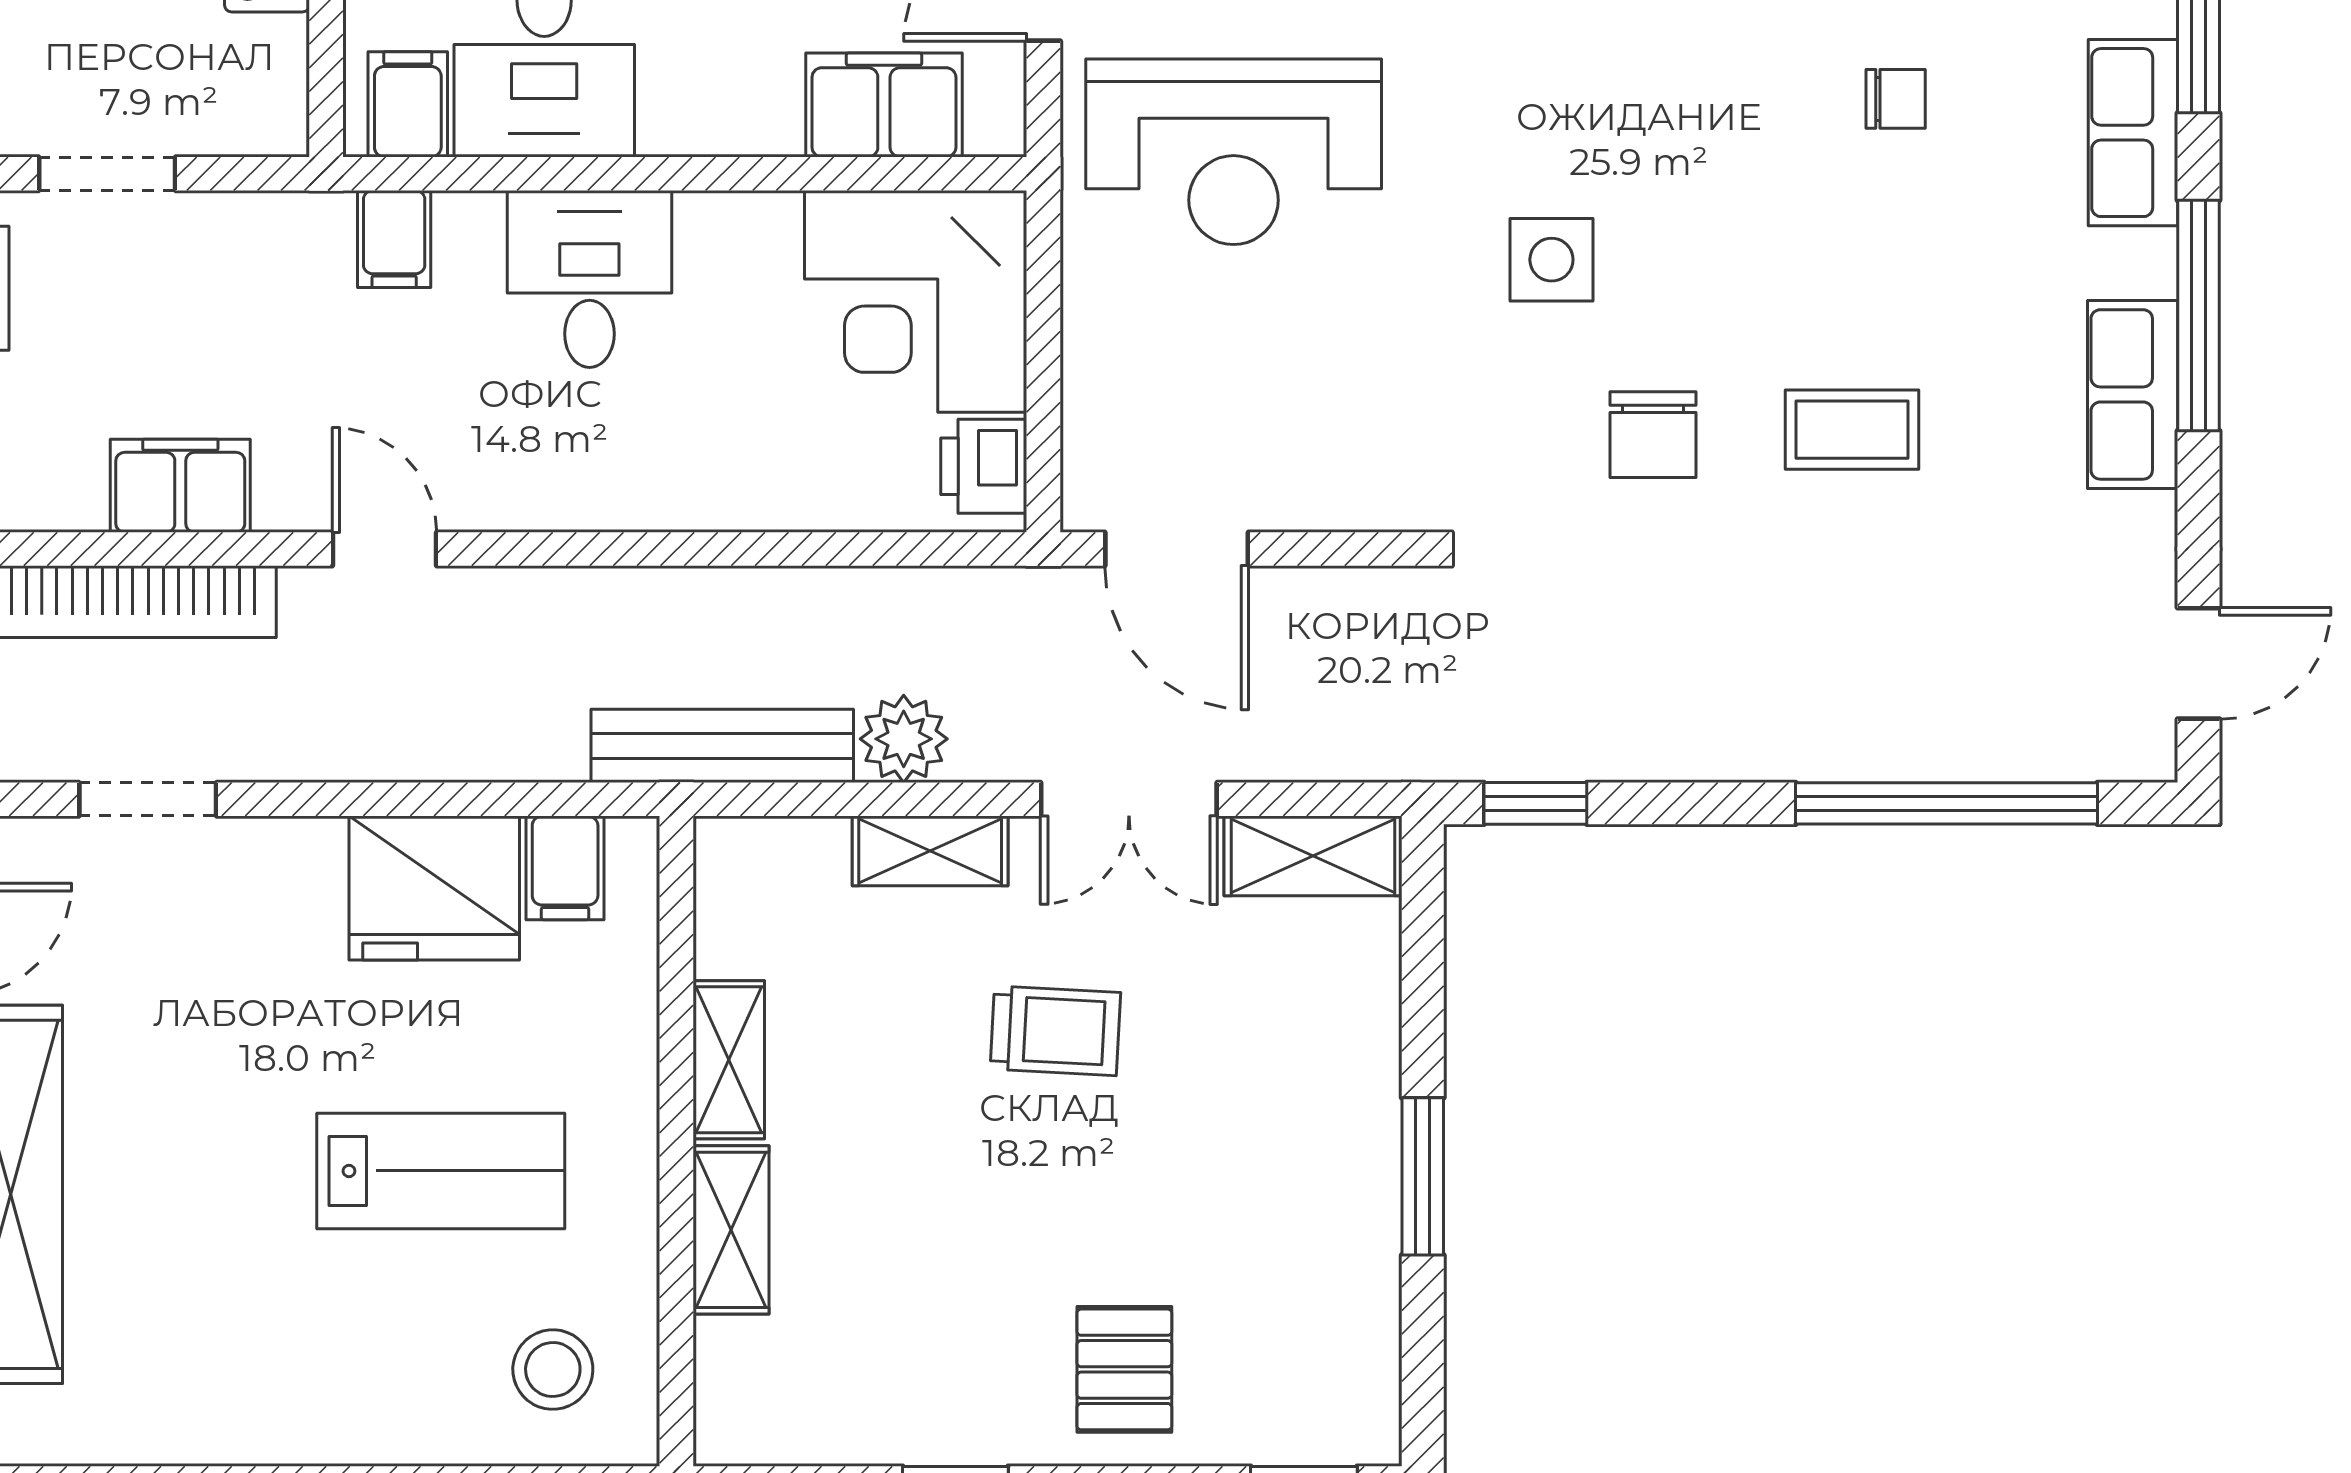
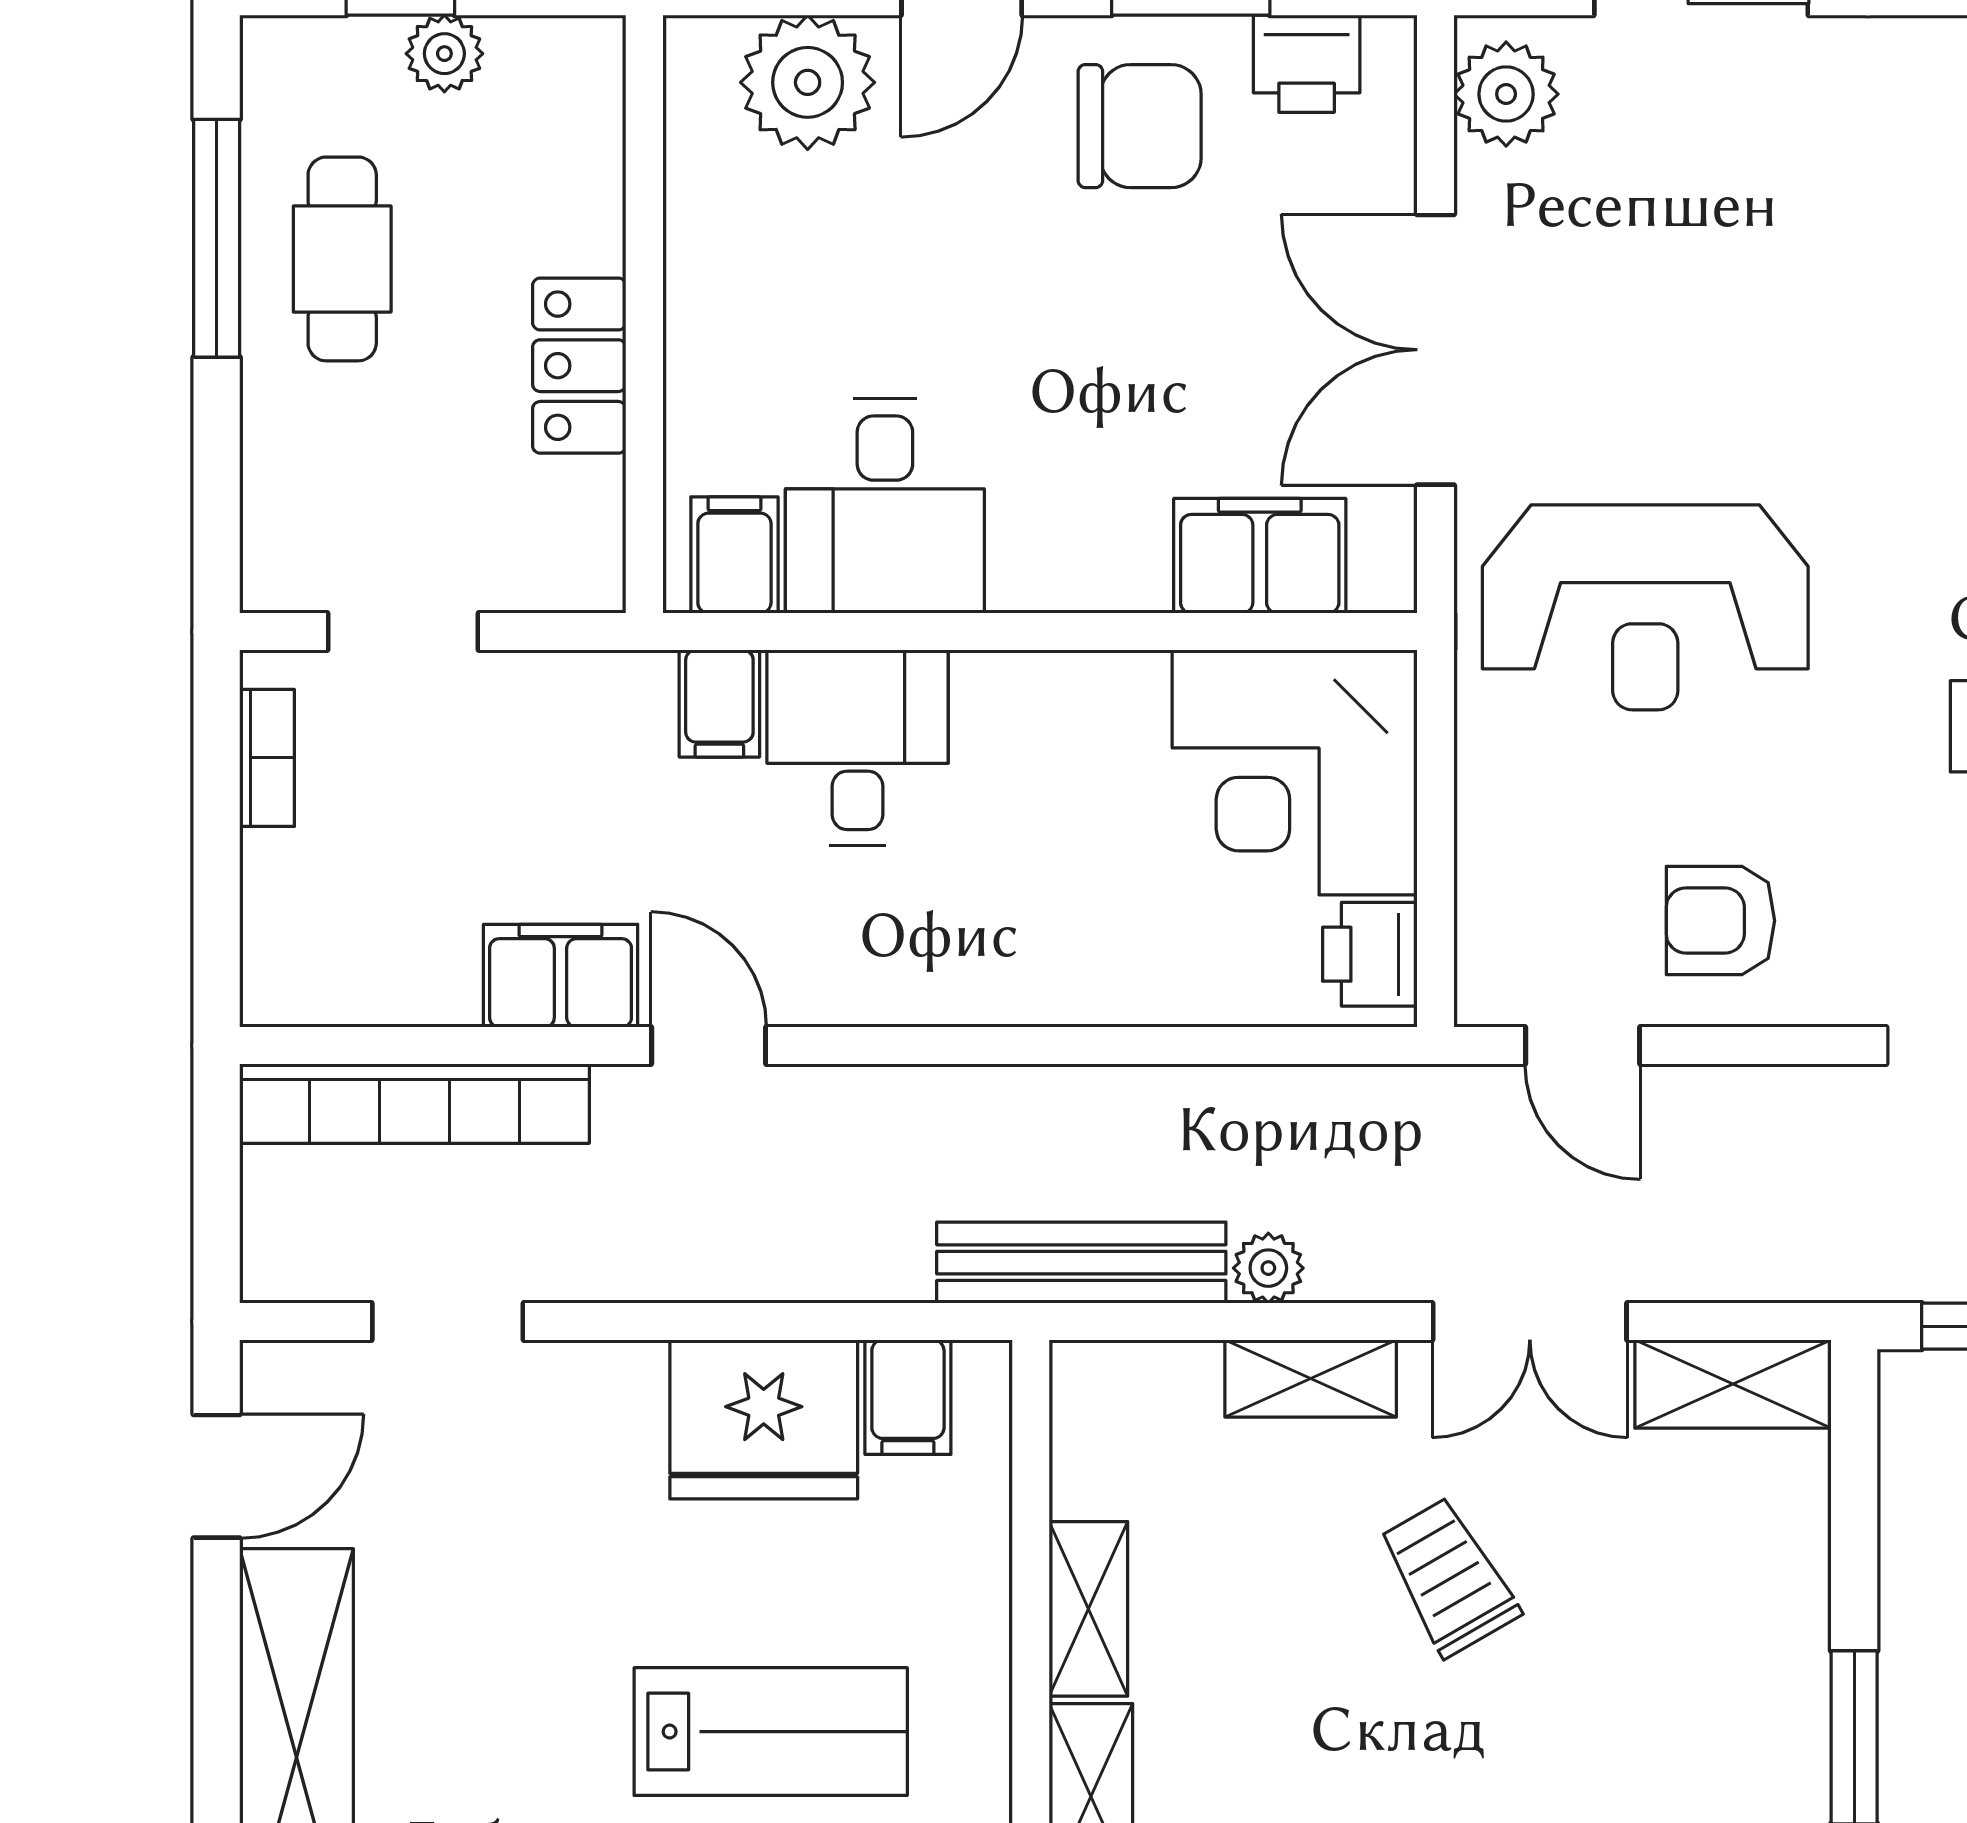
desk: (589, 279) -> (857, 748), moved
armchair: (1302, 436) -> (1721, 921), added
filing cabinet: (180, 486) -> (561, 976), moved
door: (1177, 549) -> (1583, 1046), width x0.73
plant: (904, 739) -> (1268, 1268), width x0.73, depth x0.73
trolley: (1055, 1031) -> (1449, 1577), turned -123

